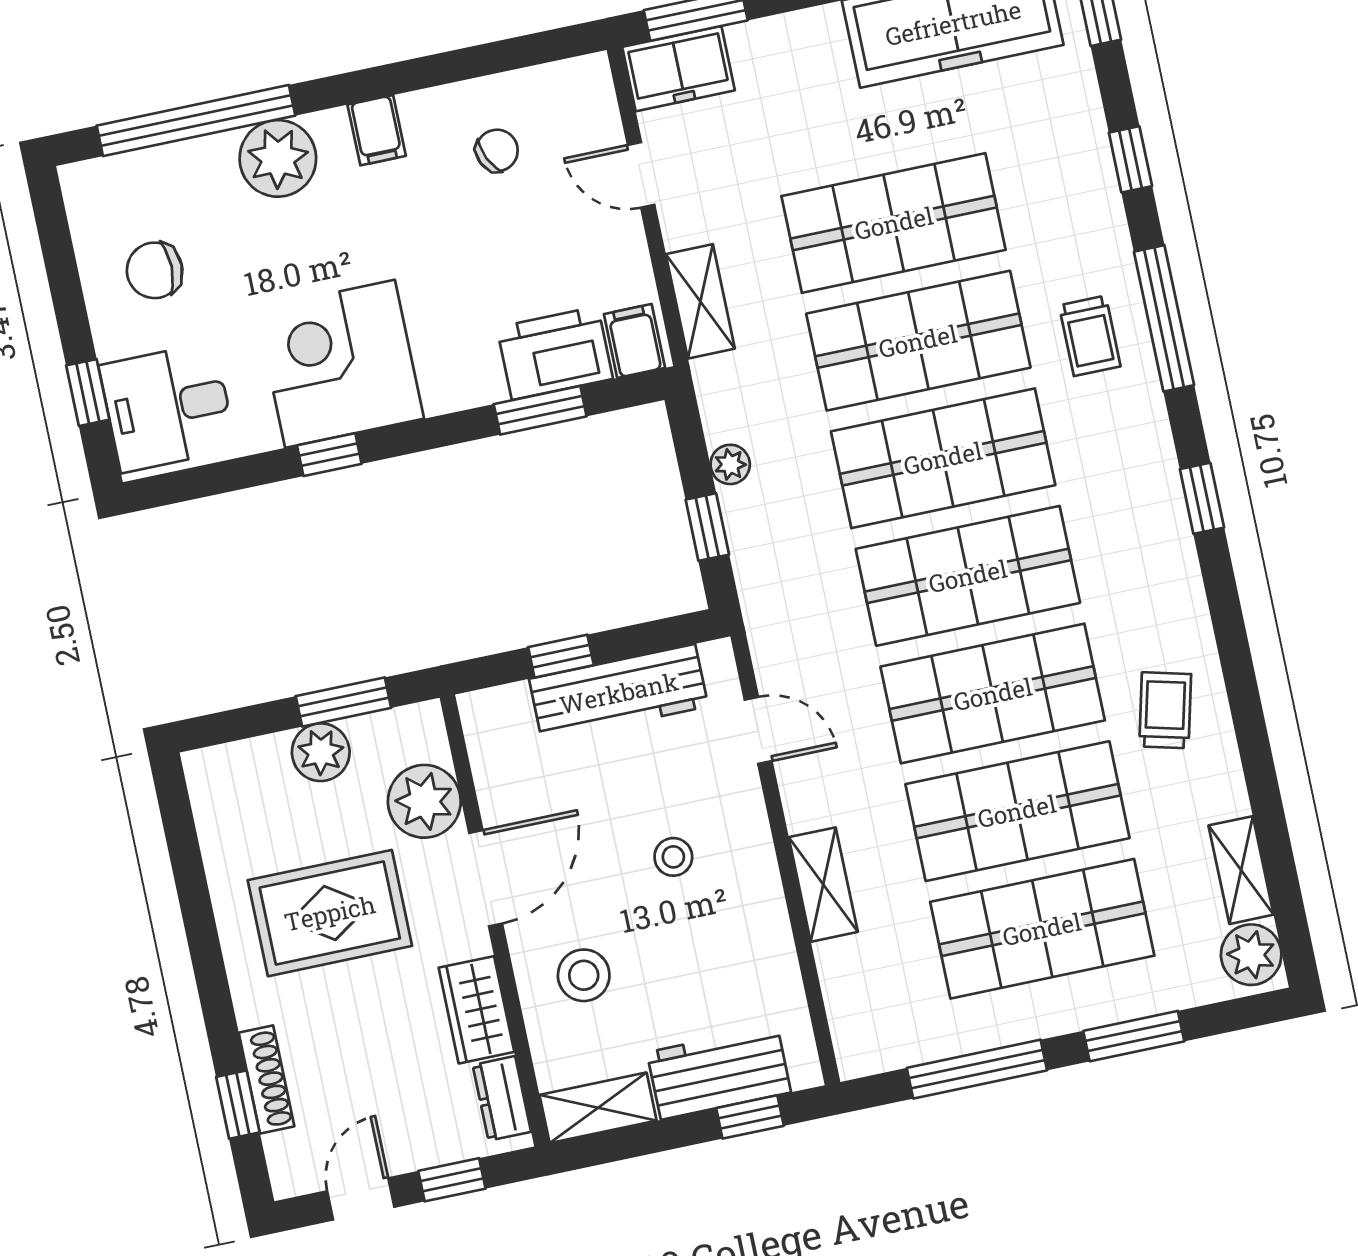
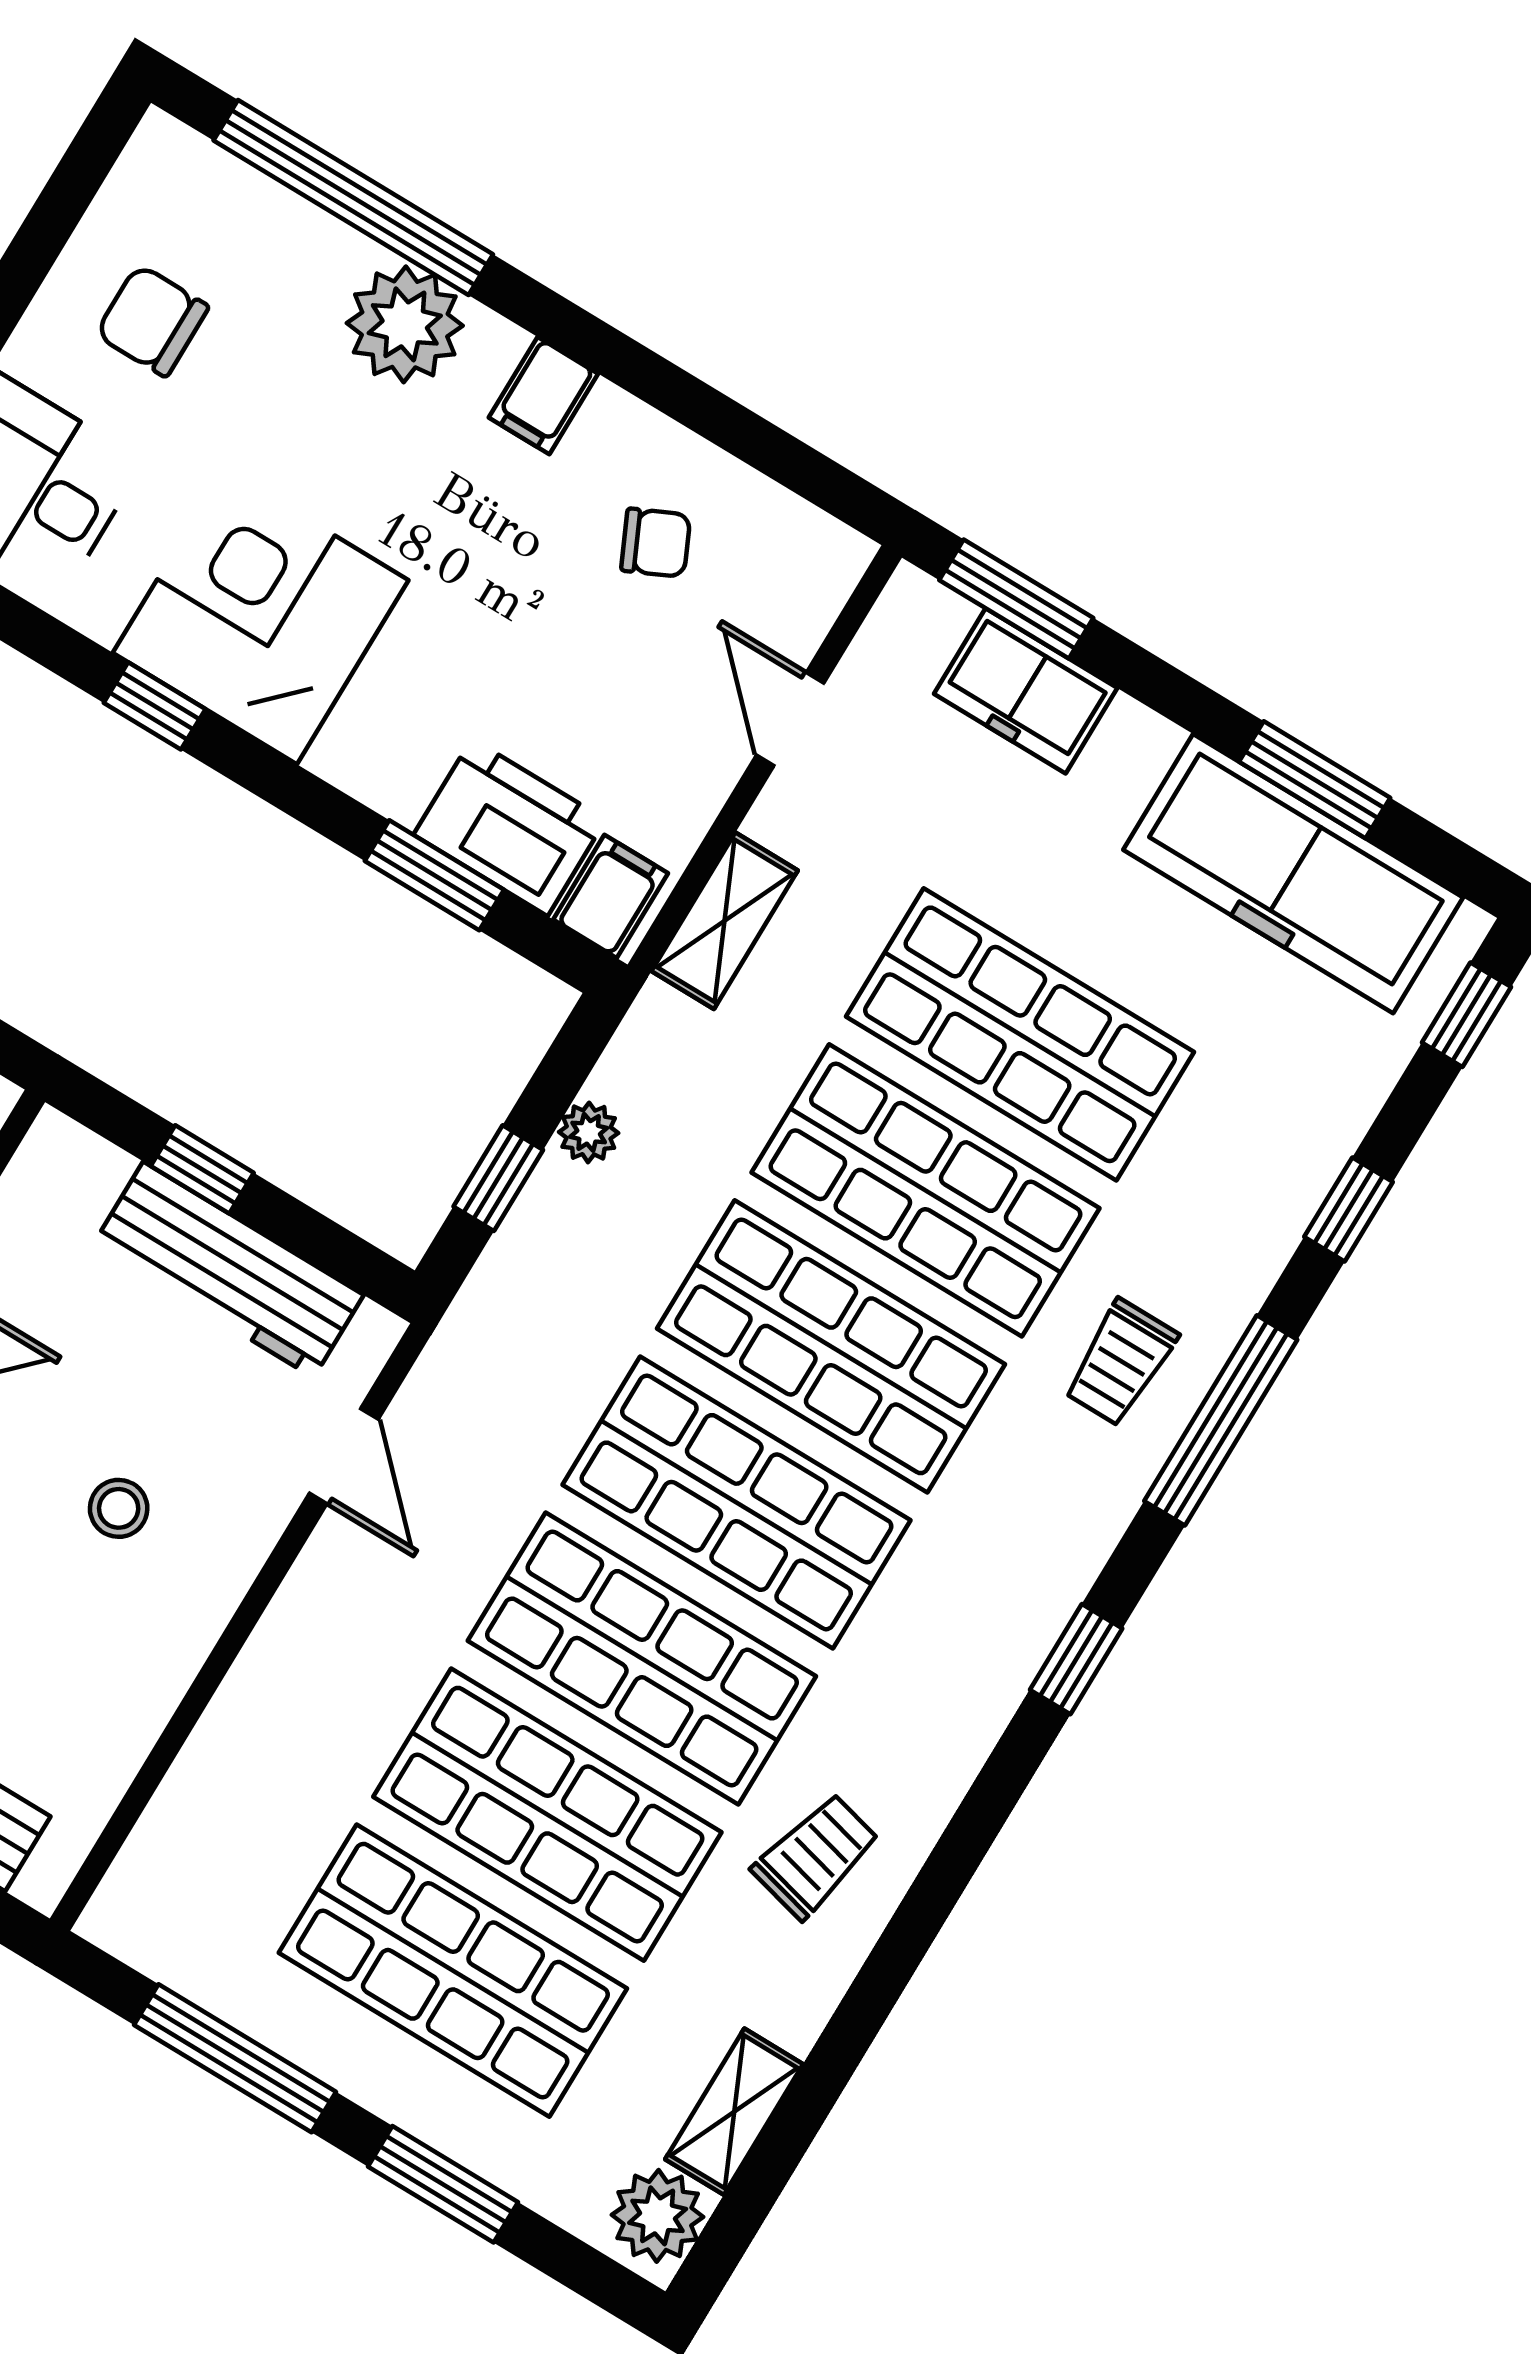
freezer: (679, 69) -> (1026, 691), moved
shelving: (823, 885) -> (256, 1694), removed

